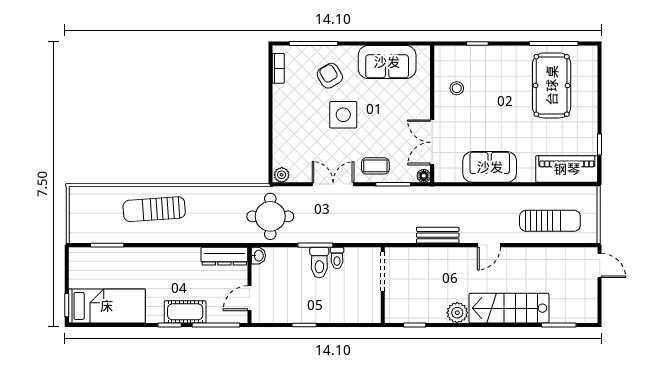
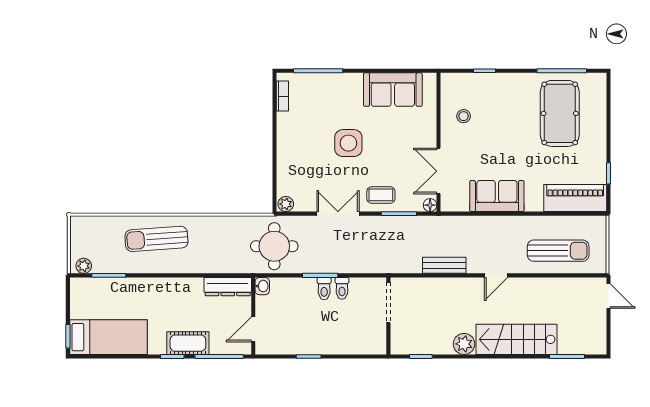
armchair: (330, 76) -> (335, 103), removed
plant: (82, 236) -> (84, 266), added
toilet: (319, 262) -> (324, 289), width x0.73, depth x0.72

